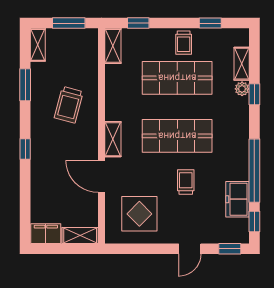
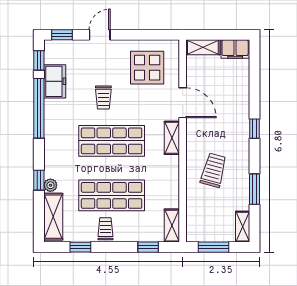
shelving: (242, 64) -> (53, 217), width x1.50, depth x1.33

